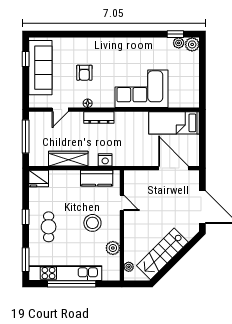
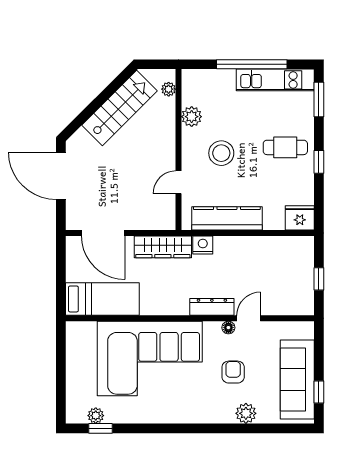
plant: (192, 44) -> (246, 413), moved
corner sofa: (142, 89) -> (150, 358), width x1.36, depth x1.36
door: (60, 110) -> (249, 318), moved
window: (26, 137) -> (319, 279), width x0.46
wardrobe: (68, 159) -> (163, 247), moved
kitchen counter: (97, 178) -> (227, 218), width x1.50
door: (122, 203) -> (179, 182), hinge flipped
cafe table: (49, 227) -> (285, 147), turned 90
kitchen unit: (65, 273) -> (275, 80), width x0.73

